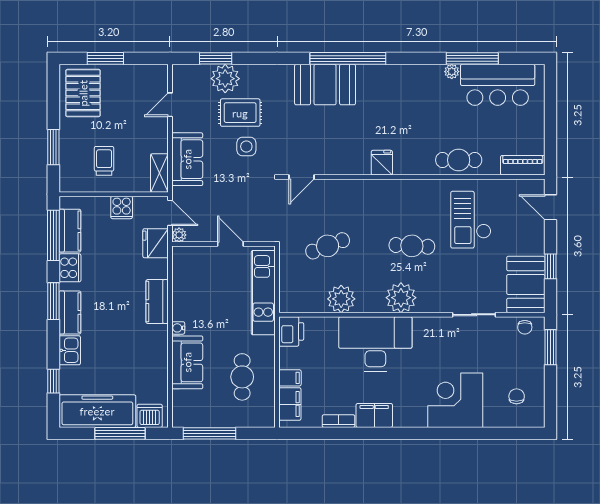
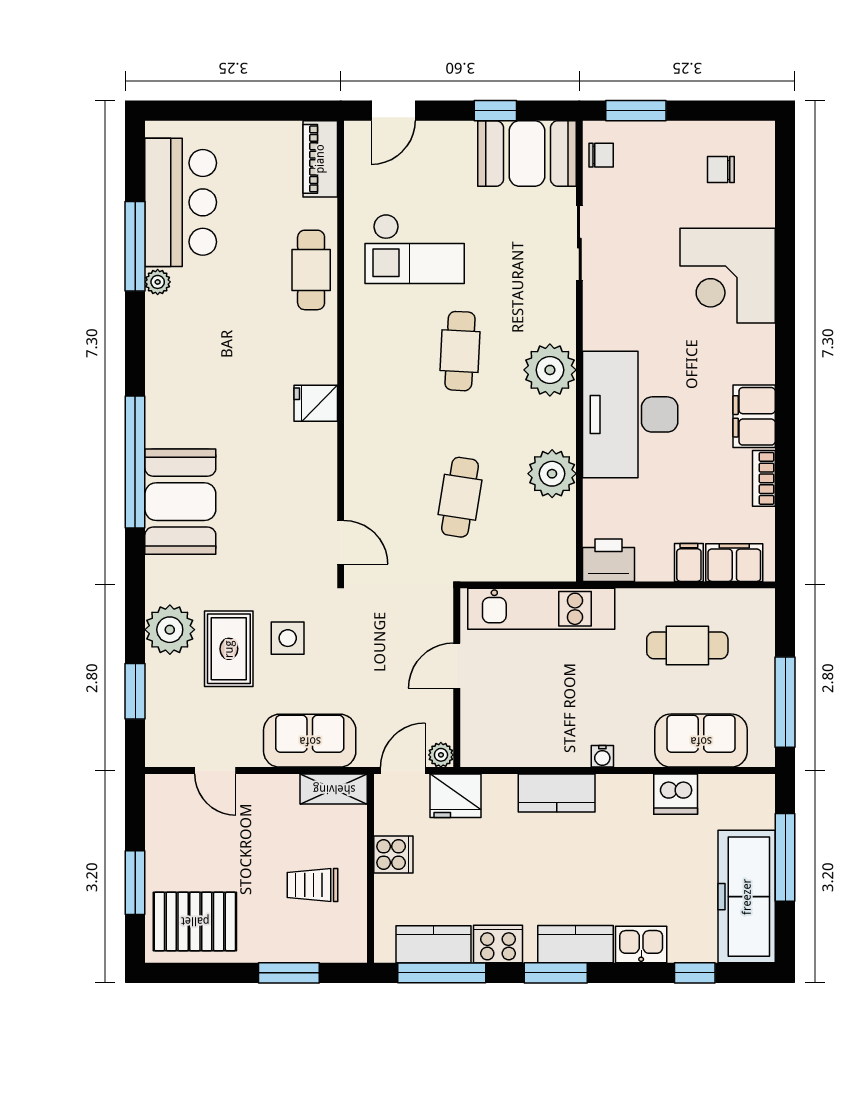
plant: (225, 79) -> (170, 630), moved
cafe table: (328, 246) -> (460, 497), turned 30
sofa: (187, 362) -> (701, 741), moved
dishwasher: (150, 416) -> (676, 794), moved, turned -90

